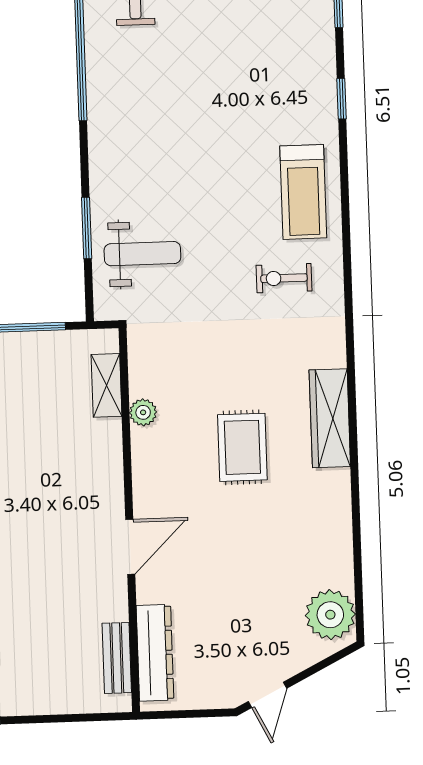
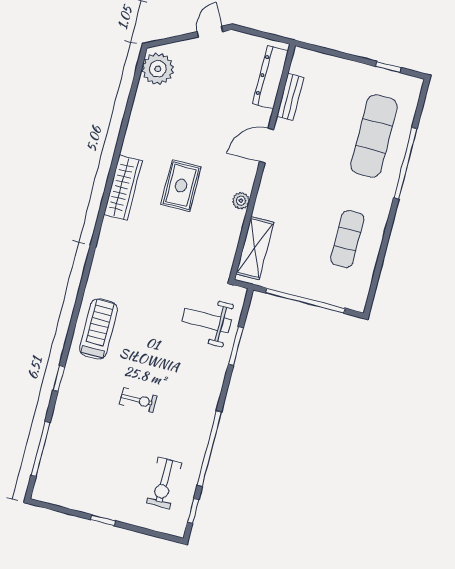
exercise bike: (284, 278) -> (138, 400), moved
shelving: (106, 385) -> (255, 248), width x1.50, depth x1.33
plant: (143, 412) -> (241, 201), moved
bench: (117, 658) -> (290, 97), moved

